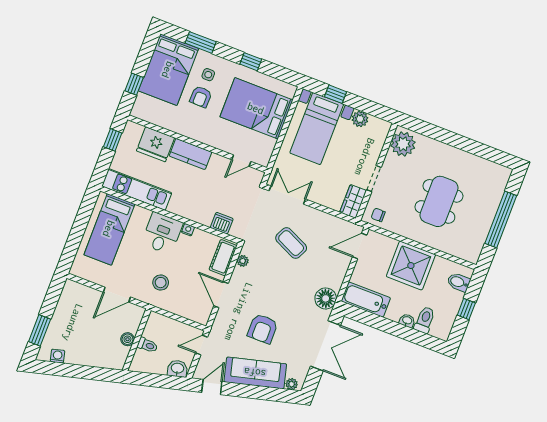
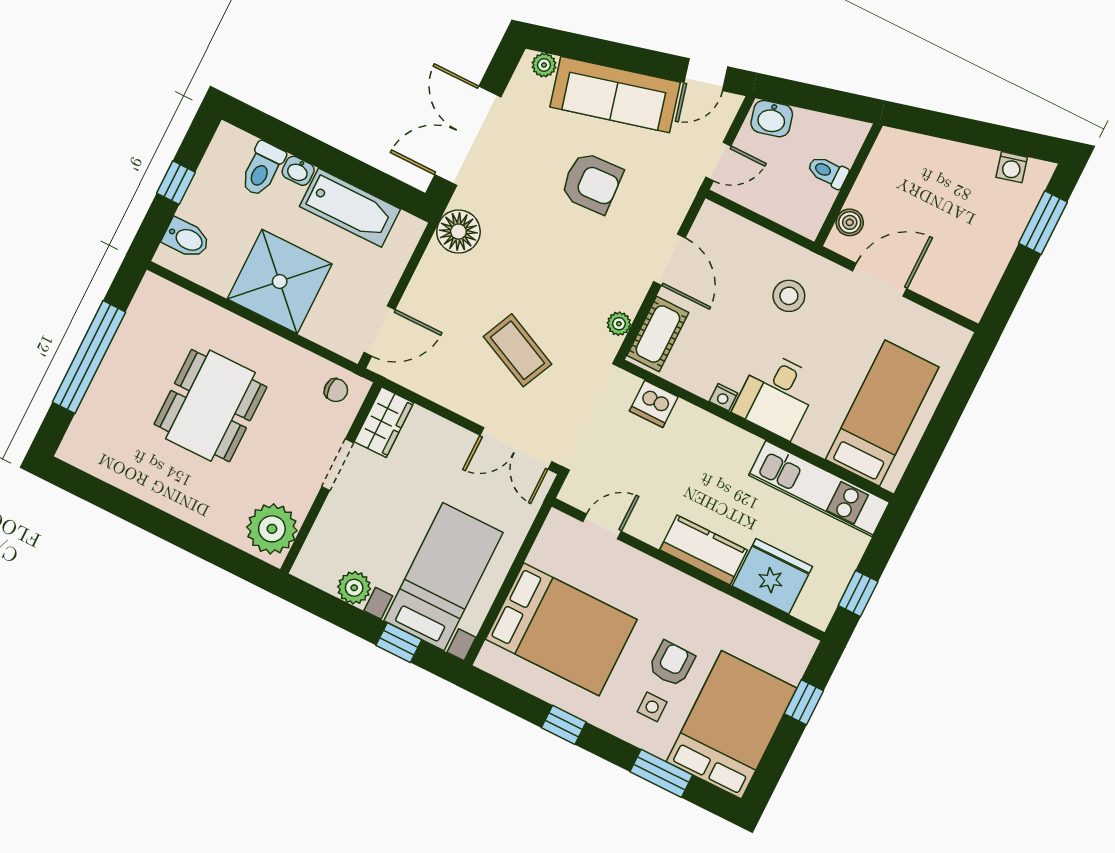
bathtub: (366, 300) -> (350, 208), moved
armchair: (263, 329) -> (592, 183), turned 87
boiler: (127, 339) -> (850, 222), moved

